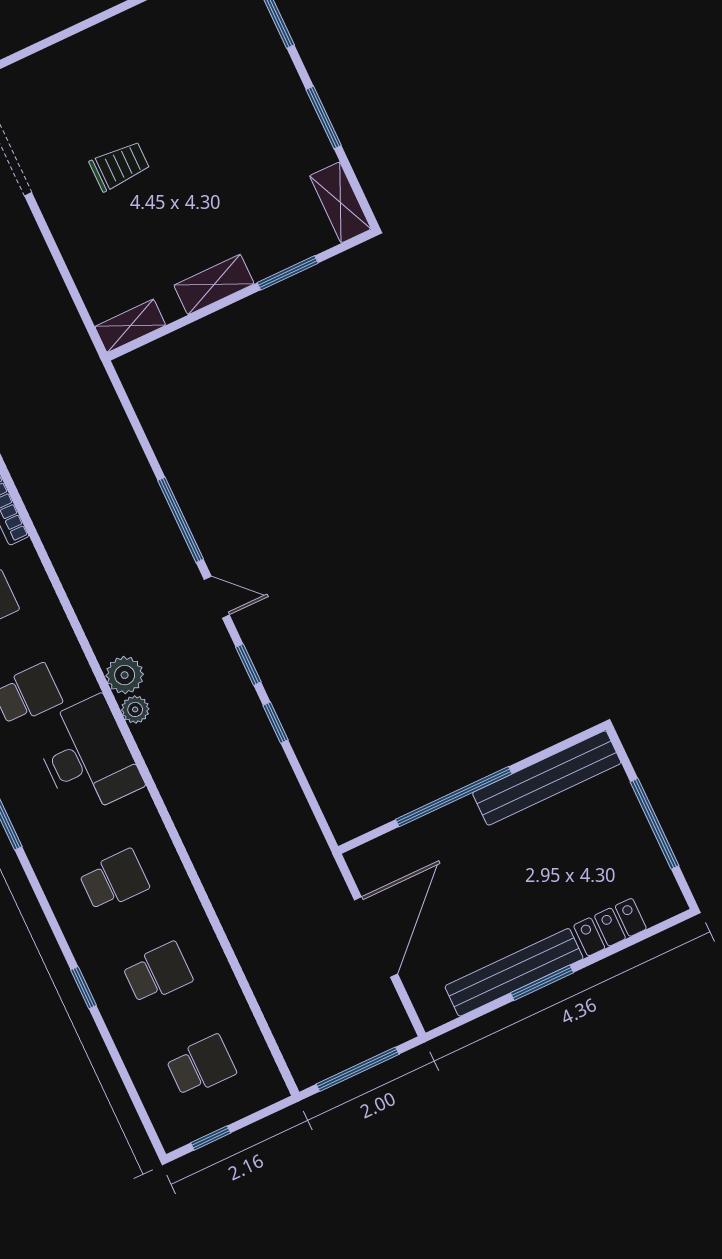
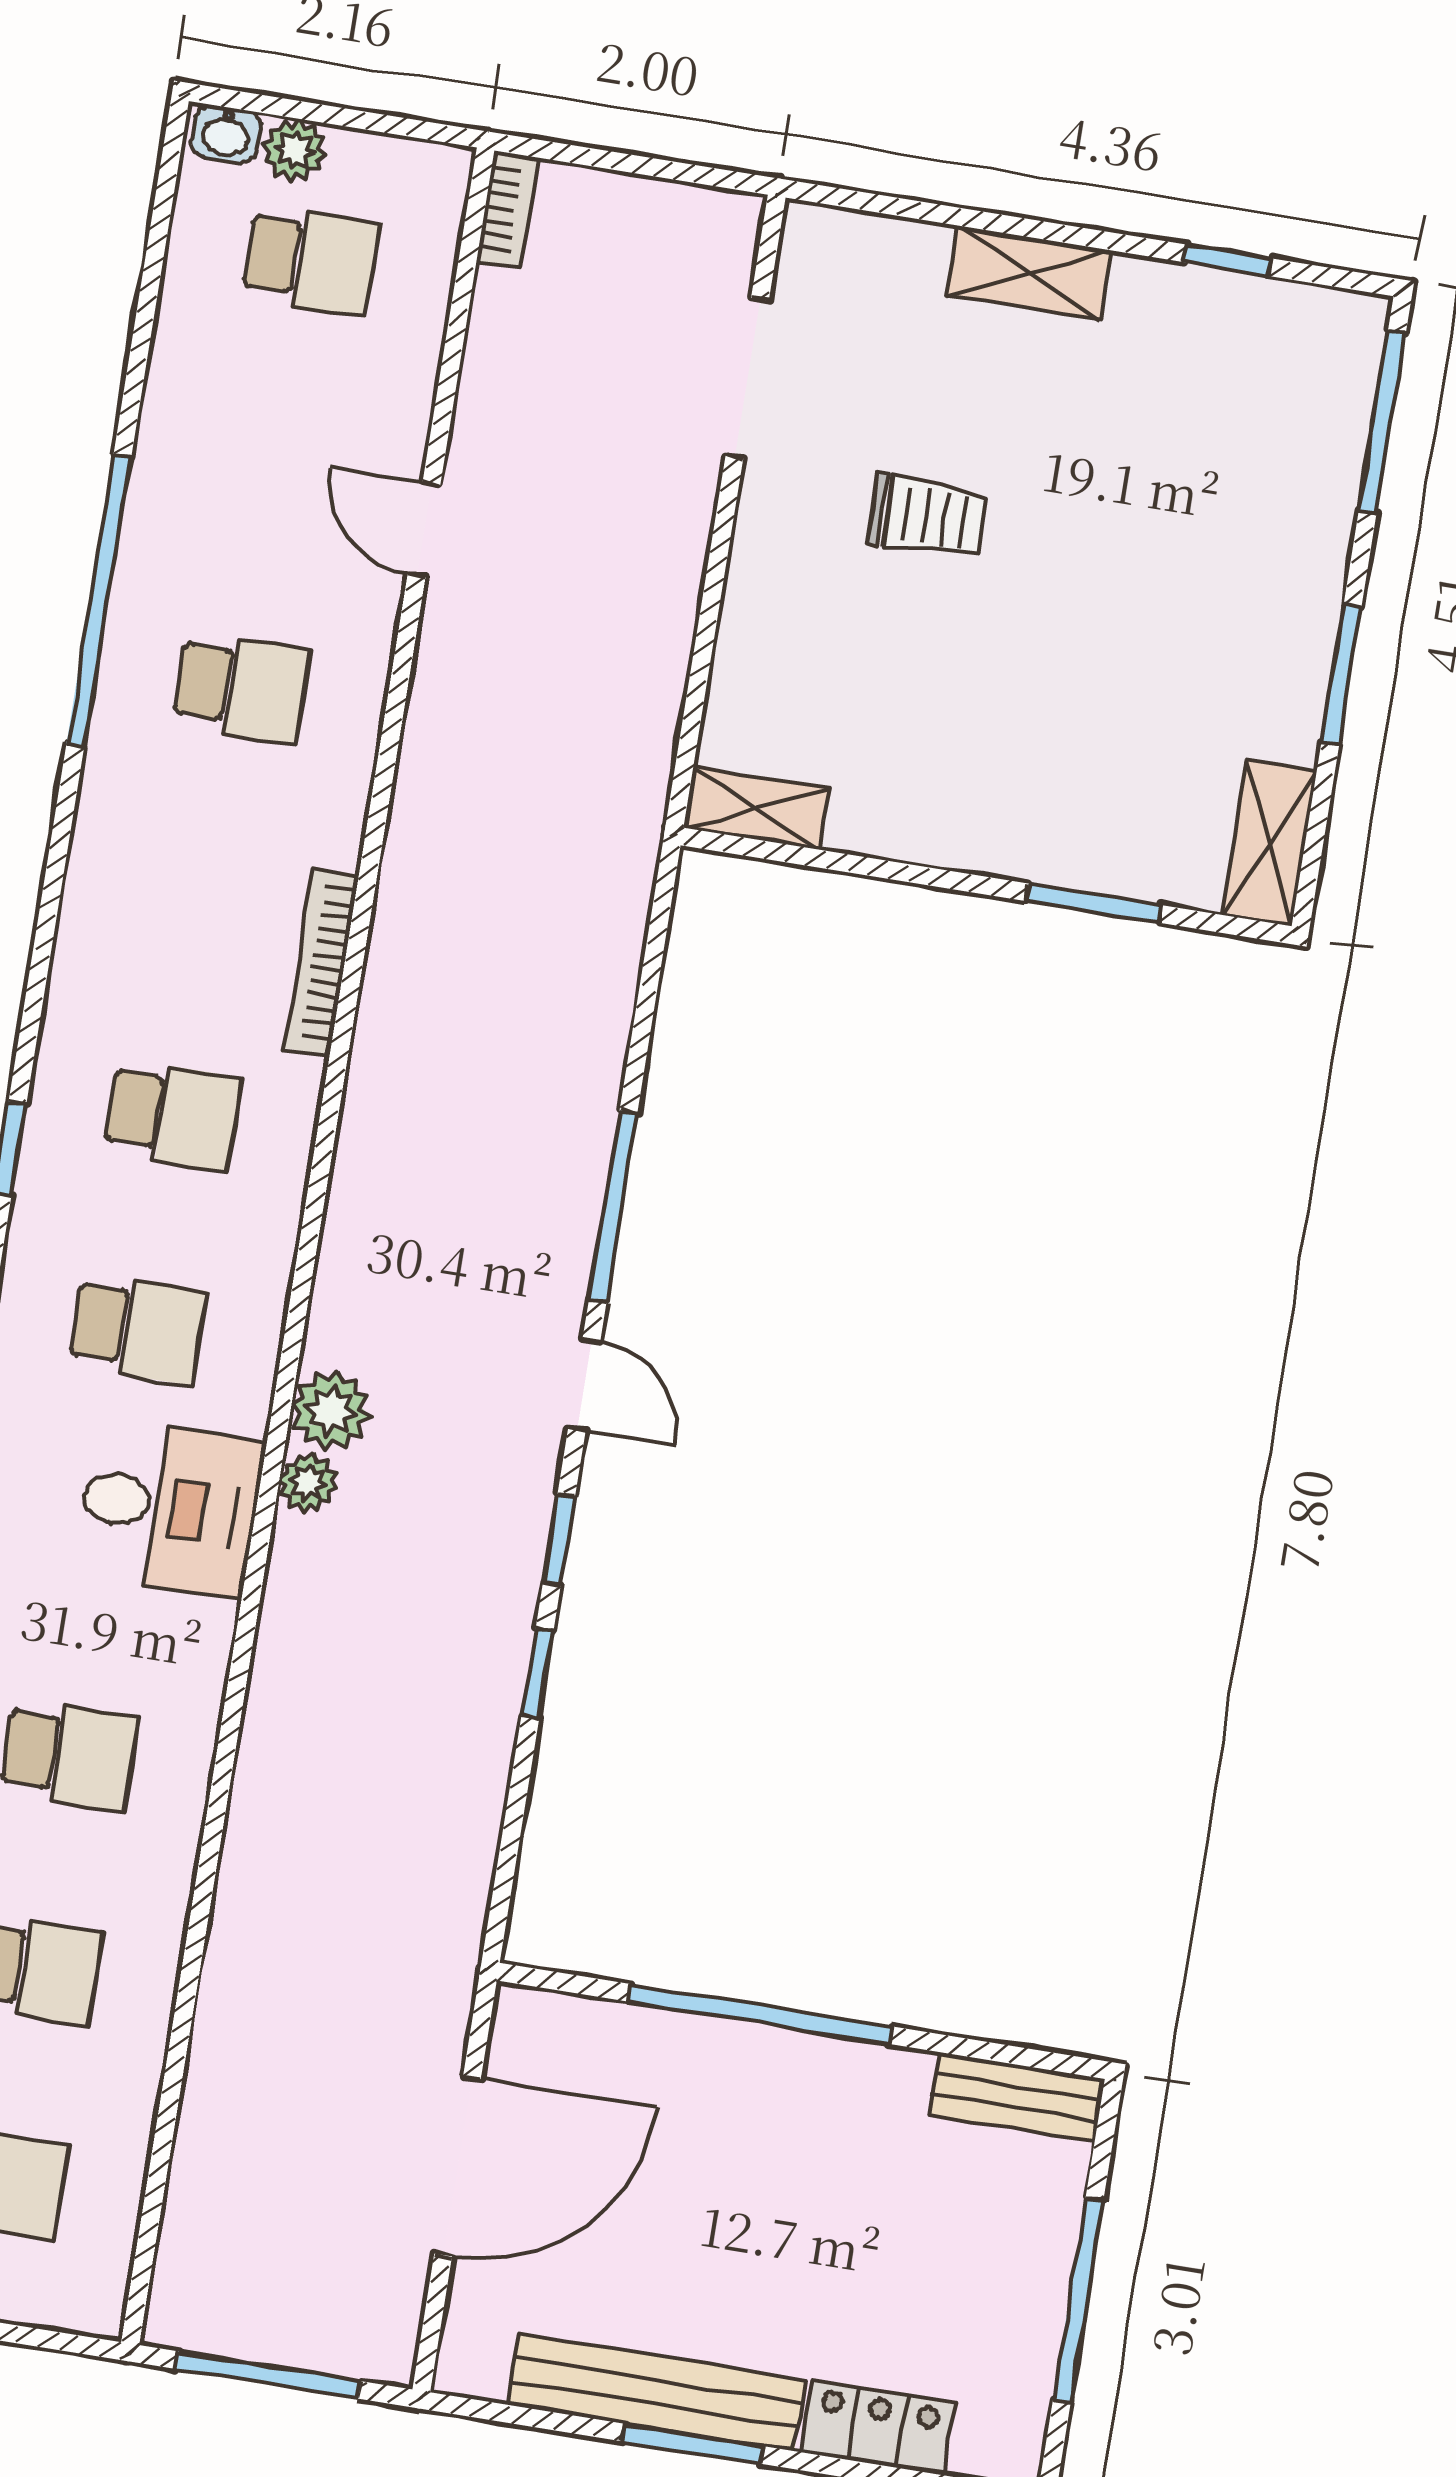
shelving: (214, 284) -> (1030, 273), moved
desk: (87, 756) -> (169, 1507), width x0.73
bench: (547, 778) -> (1017, 2097), width x0.54, depth x0.82

